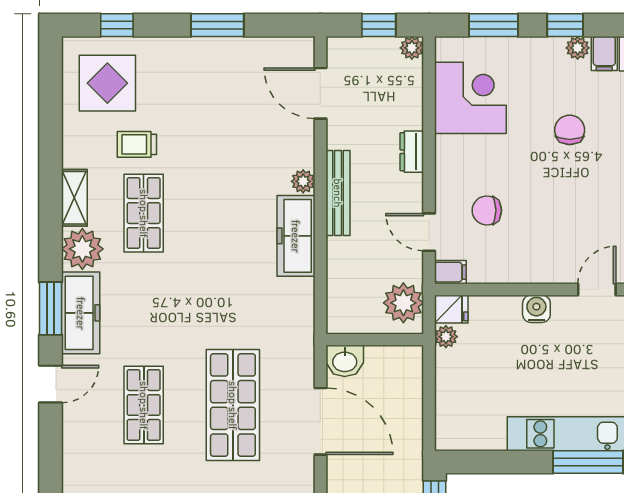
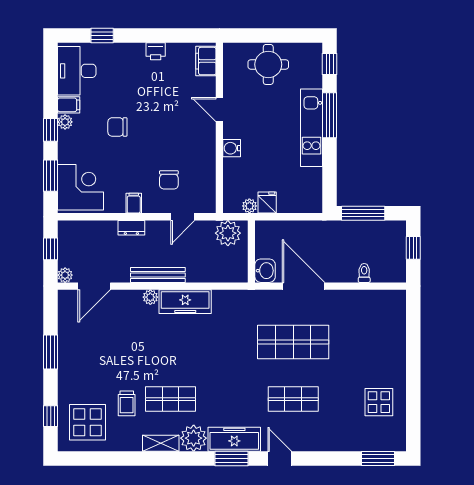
plant: (412, 48) -> (65, 275), moved
corner desk: (470, 98) -> (80, 187), moved, turned 90
filing cabinet: (450, 272) -> (134, 203), moved
fridge: (451, 309) -> (267, 203), moved
door: (320, 421) -> (304, 286), hinge flipped

